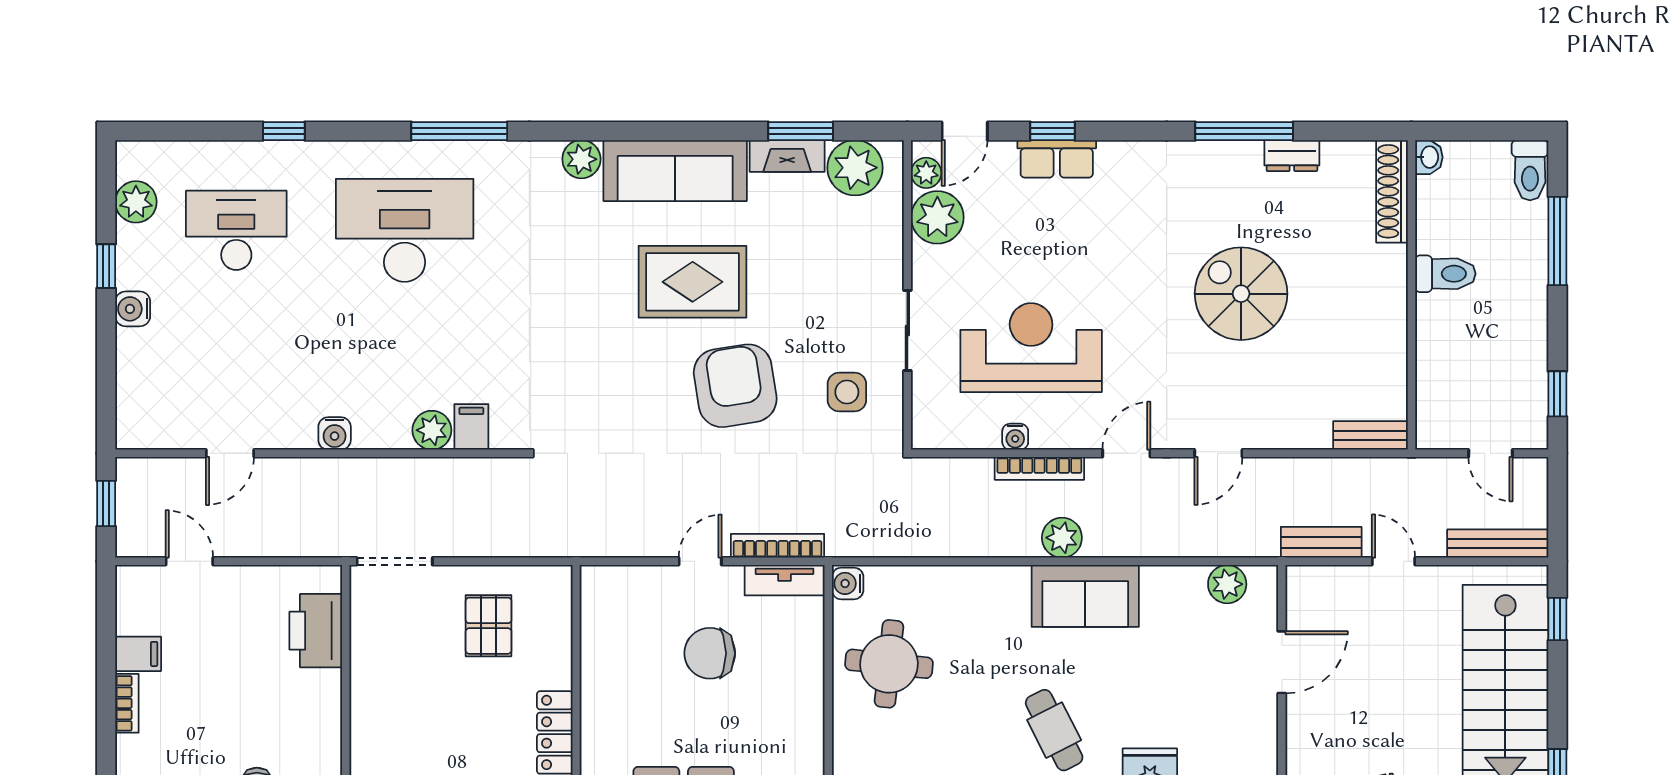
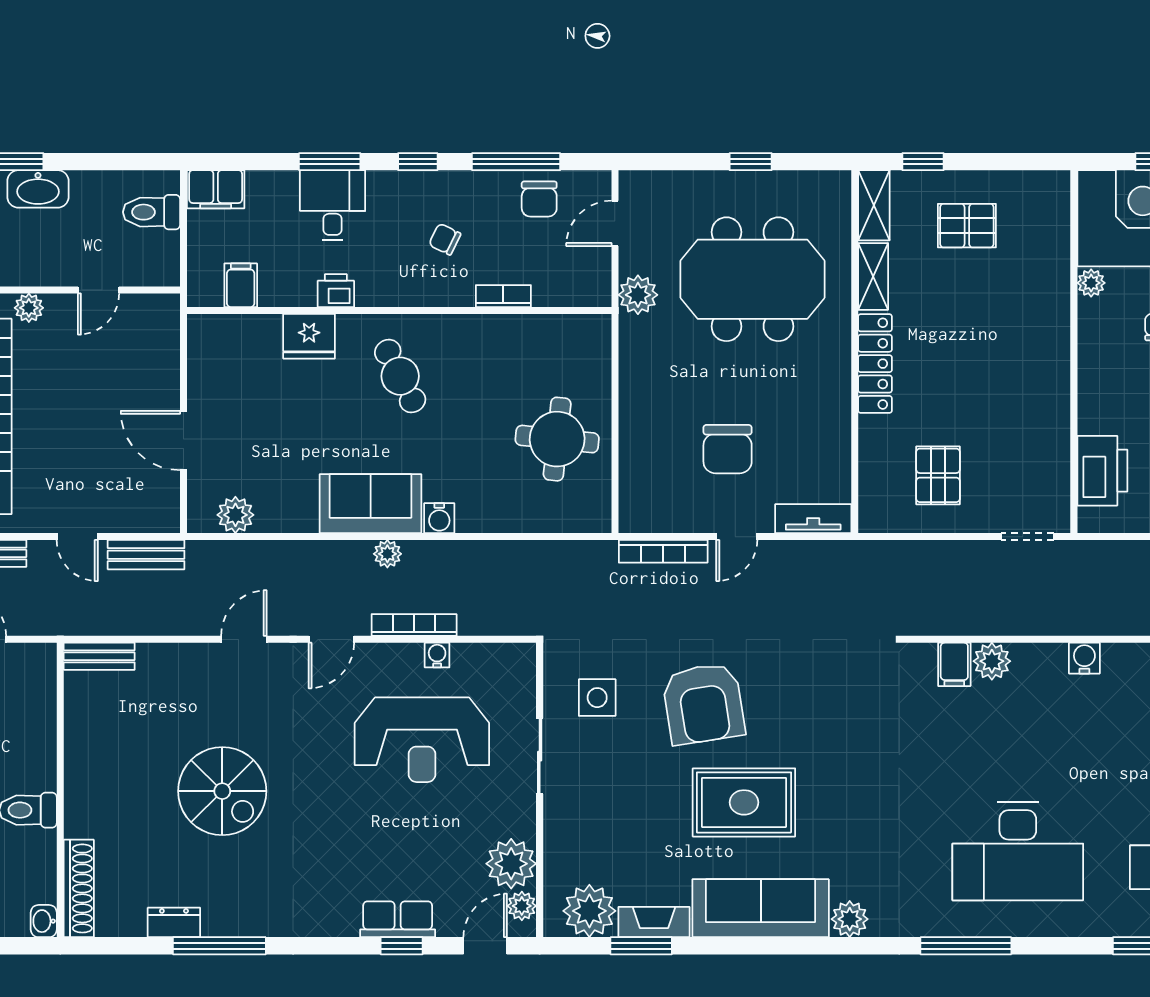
plant: (1062, 538) -> (387, 554), width x0.73, depth x0.73
doorway: (395, 561) -> (1027, 537), width x0.73
tv unit: (785, 580) -> (813, 519), moved
water cooler: (848, 583) -> (439, 518), moved, turned 90
chair: (710, 653) -> (728, 449), turned 90
door: (1282, 662) -> (184, 441), hinge flipped

